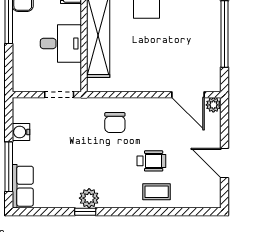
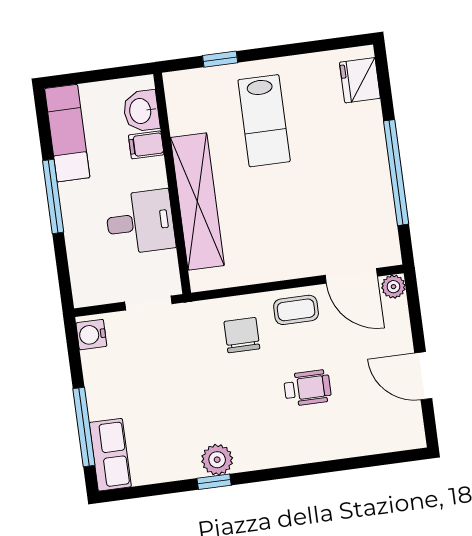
chair: (115, 123) -> (242, 335), turned 180
water cooler: (21, 132) -> (91, 335), moved
coffee table: (157, 192) -> (296, 310), moved

